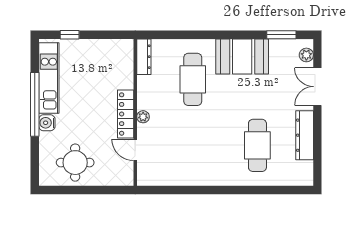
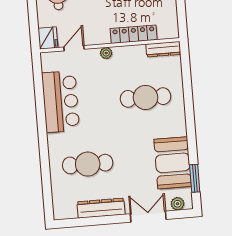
booth: (242, 57) -> (173, 163), moved
locker: (126, 114) -> (134, 34), moved
bar counter: (190, 168) -> (61, 102), added
fridge: (122, 176) -> (48, 38), added

